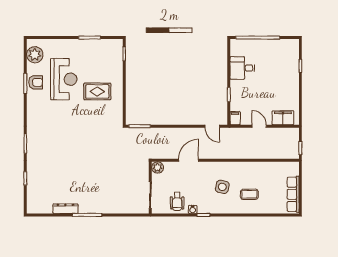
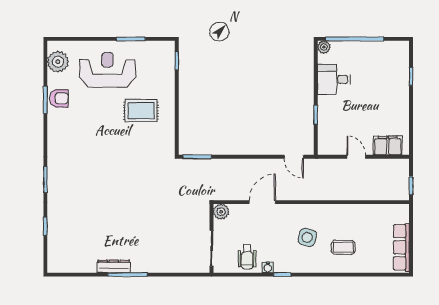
plant: (235, 44) -> (324, 47), added
reception desk: (64, 79) -> (107, 70), moved, turned -90
filing cabinet: (235, 118) -> (324, 146), removed
dresser: (65, 209) -> (114, 266), moved

